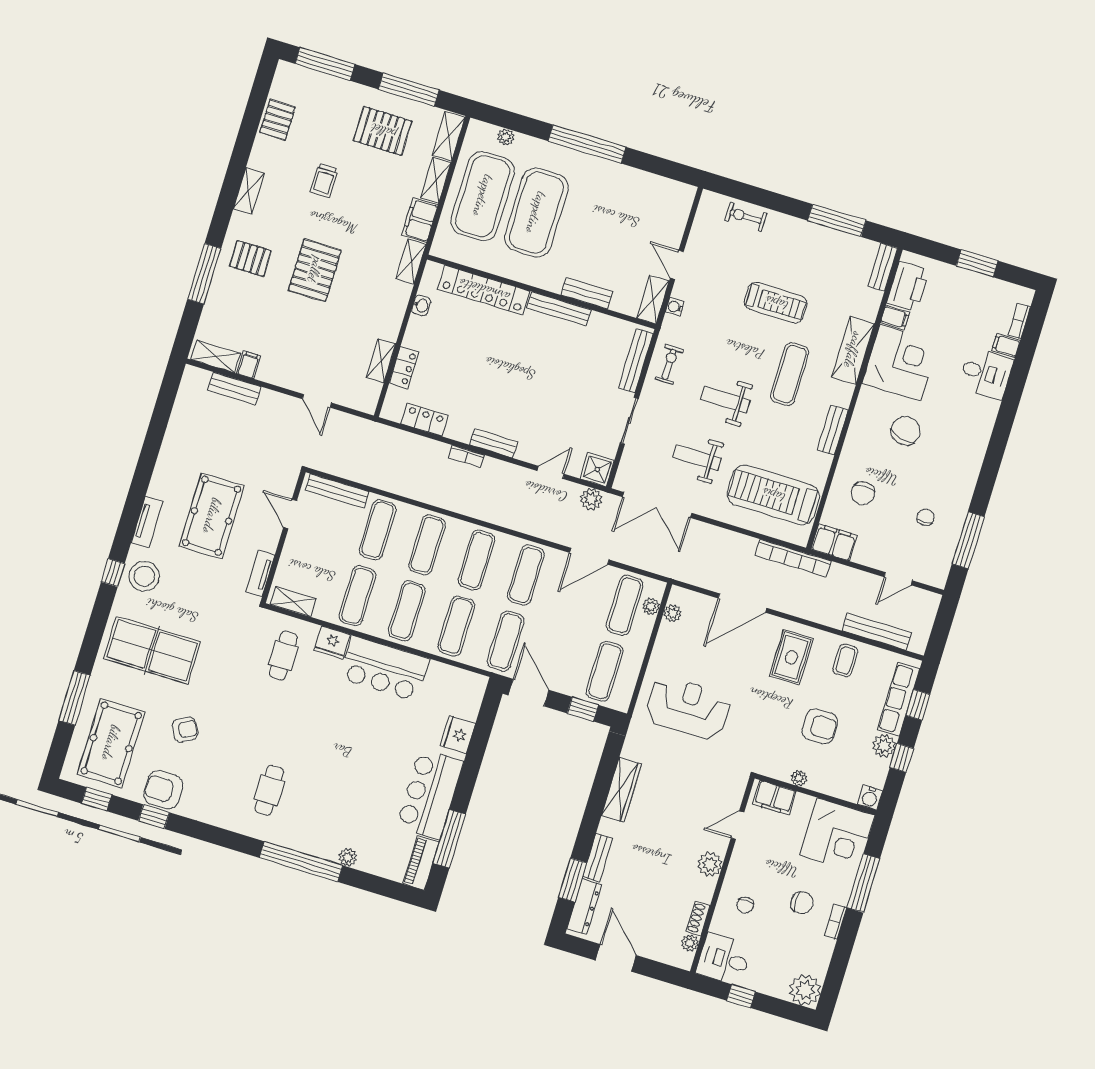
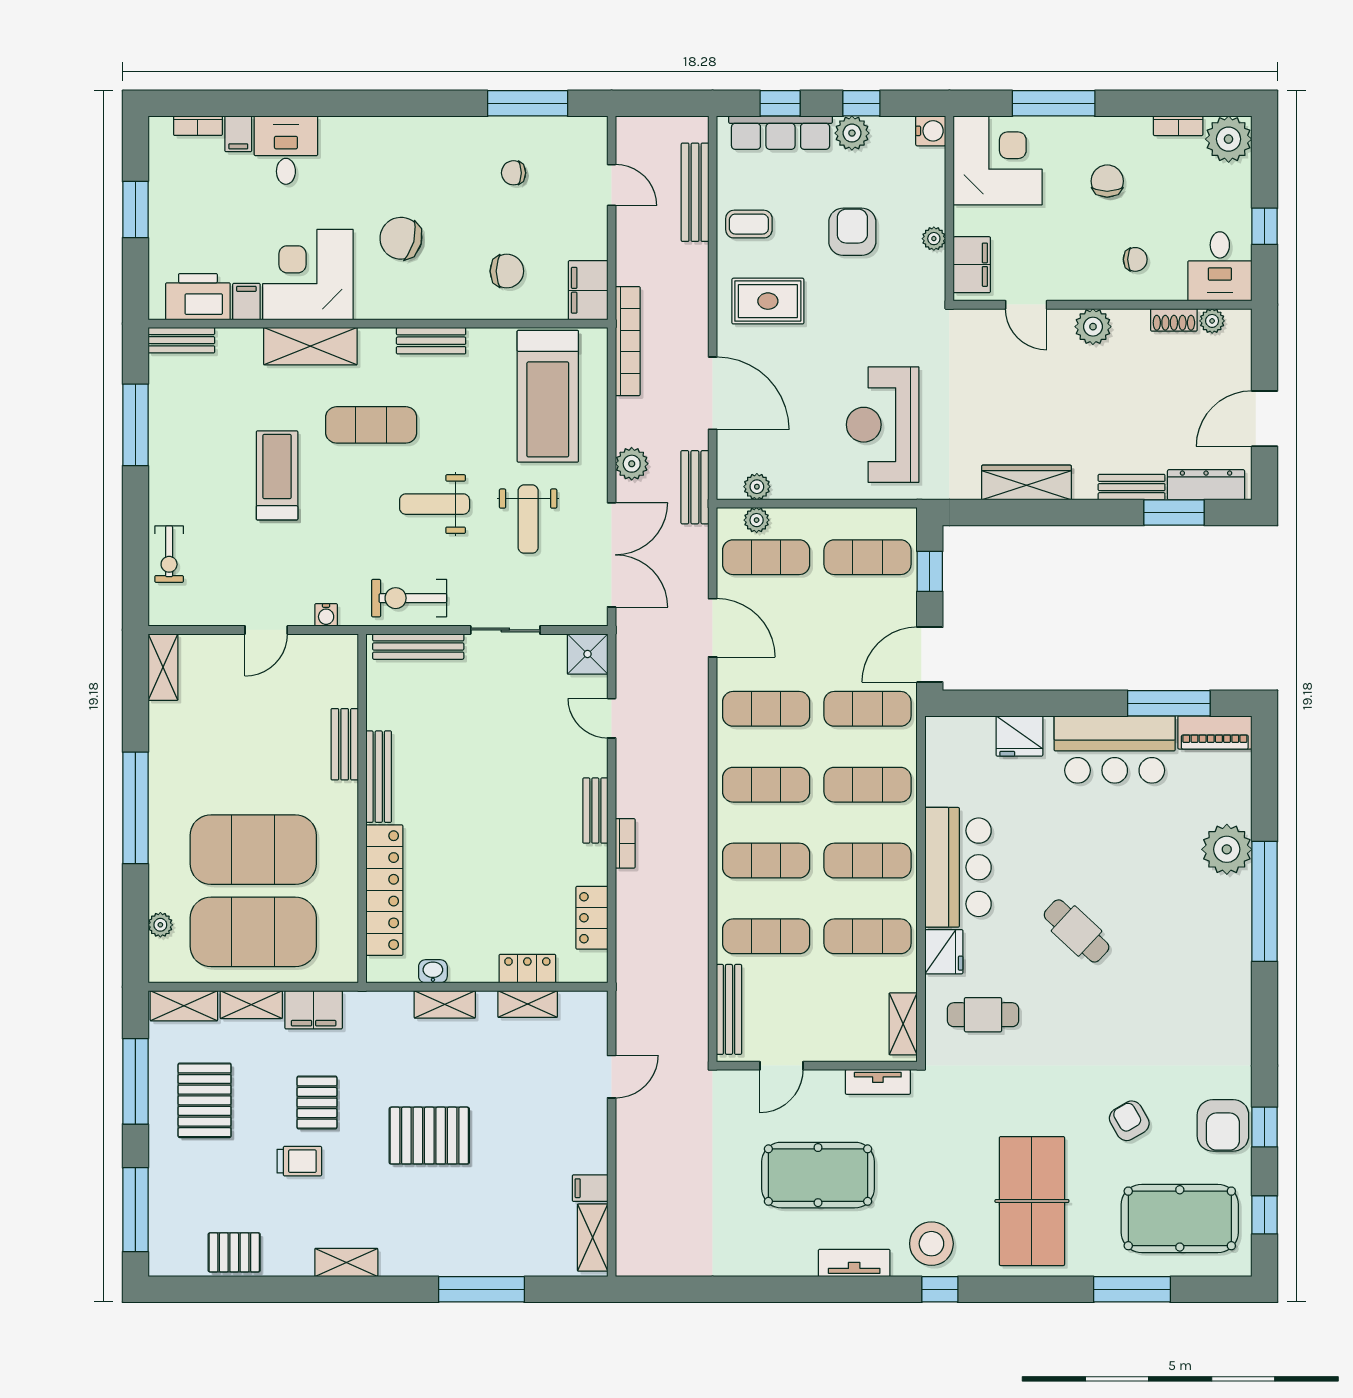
pallet: (250, 259) -> (317, 1102), moved
shelving: (411, 261) -> (445, 1004), moved
shelving: (653, 299) -> (163, 667), moved, turned 90
exercise bike: (669, 364) -> (409, 598), width x1.38, depth x1.39
bench: (234, 388) -> (695, 487), moved
weight bench: (725, 400) -> (435, 504), turned 90
plant: (591, 499) -> (632, 464), moved
cafe table: (269, 790) -> (1077, 931), moved, turned 43
plant: (348, 857) -> (1227, 849), width x1.87, depth x1.87
bookcase: (836, 922) -> (1178, 126), moved

